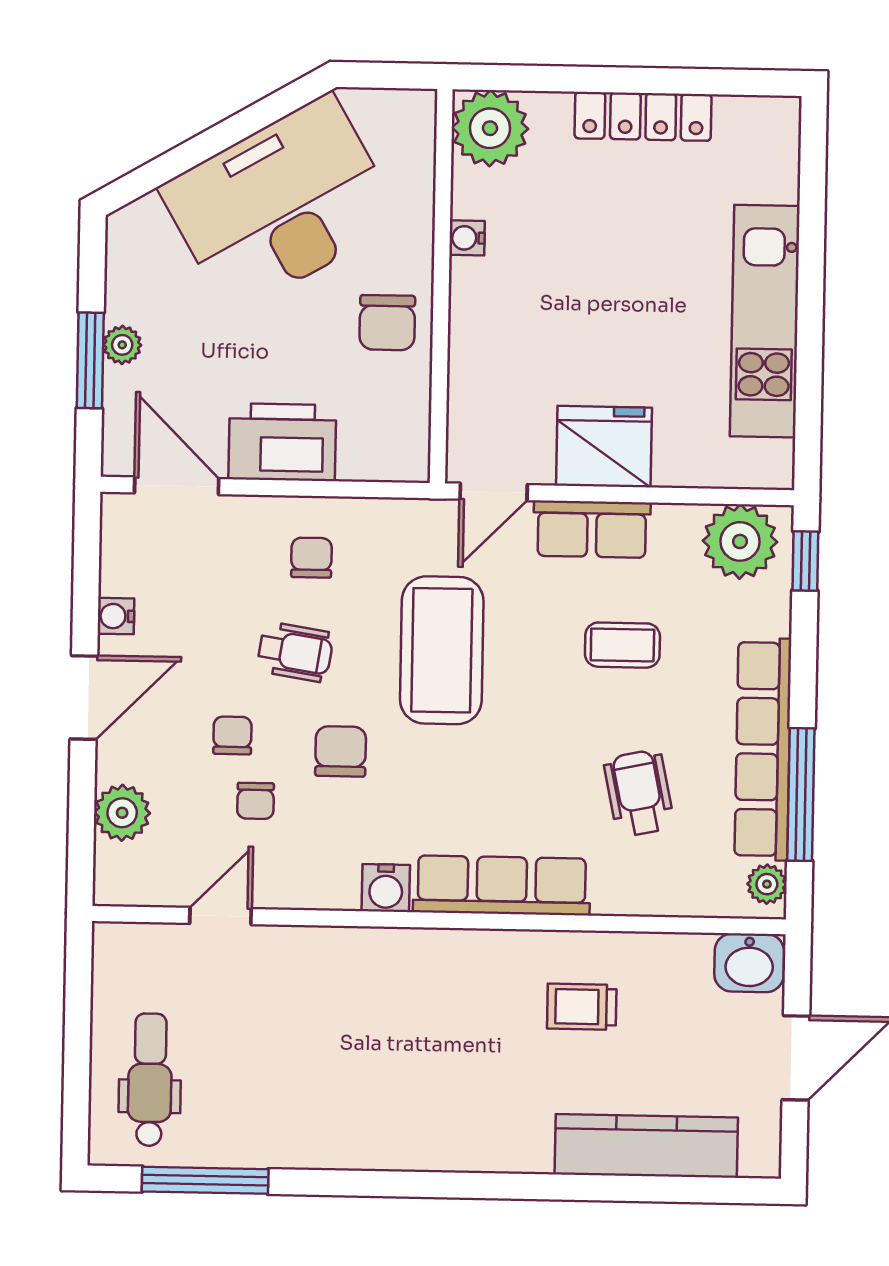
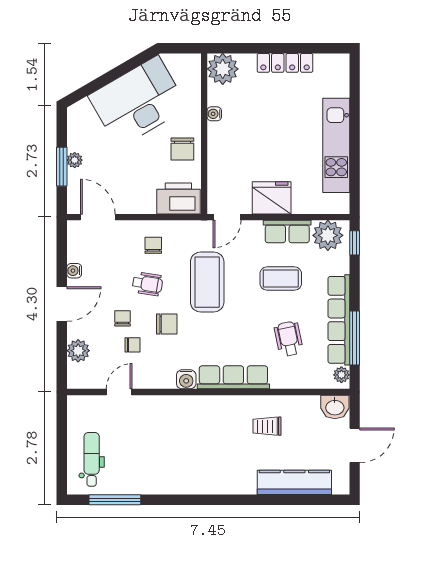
printer: (282, 442) -> (178, 198), moved
row of seats: (592, 529) -> (287, 231), moved
coffee table: (622, 645) -> (281, 279), width x1.36, depth x1.30
chair: (341, 751) -> (167, 324), turned 90
chair: (256, 801) -> (132, 345), turned -90

